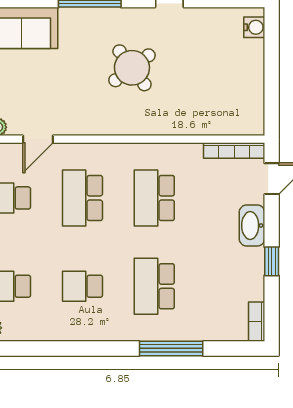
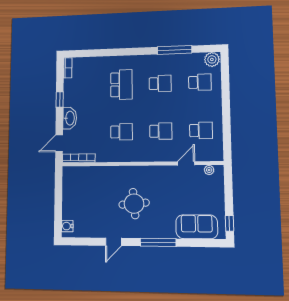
round table: (132, 68) -> (134, 204), turned 32
school desk: (82, 198) -> (161, 131), width x0.54
school desk: (154, 198) -> (122, 132), width x0.54
window: (171, 348) -> (175, 50), moved

